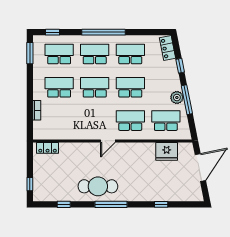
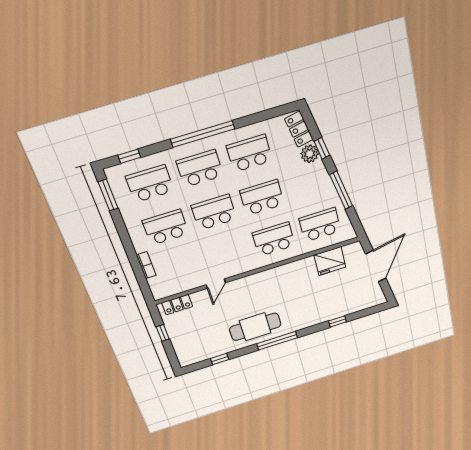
plant: (177, 97) -> (310, 154), moved
door: (108, 141) -> (216, 284), moved
window: (30, 184) -> (163, 333), moved

